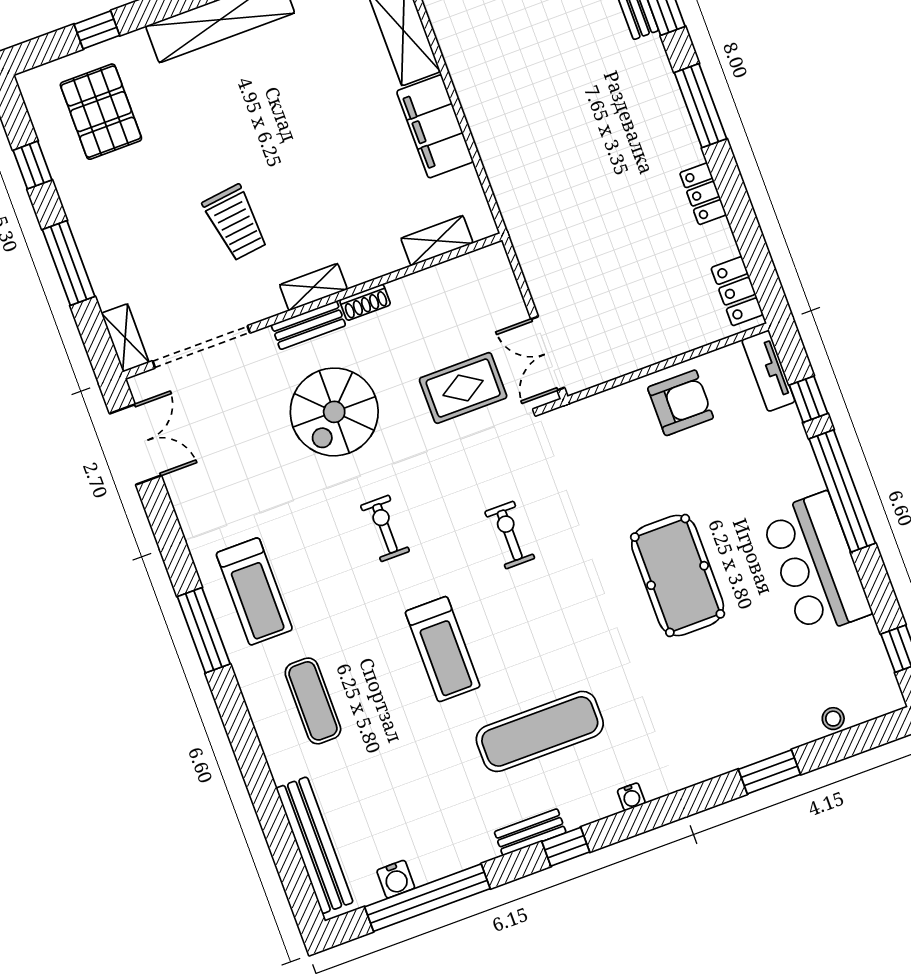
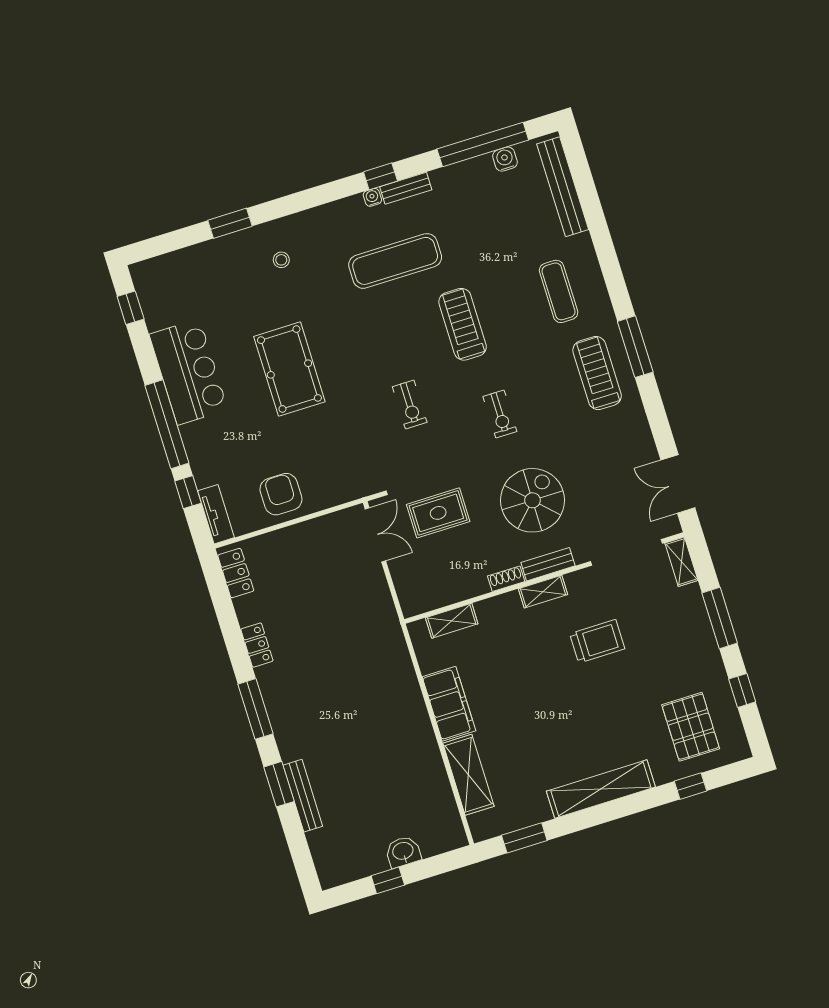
trolley: (235, 223) -> (597, 641), turned 97
armchair: (681, 403) -> (281, 494), turned 90
stool: (833, 719) -> (281, 260), moved
water cooler: (631, 797) -> (372, 197), moved

